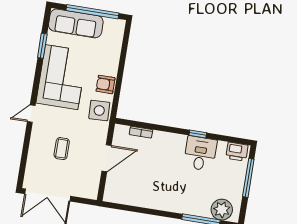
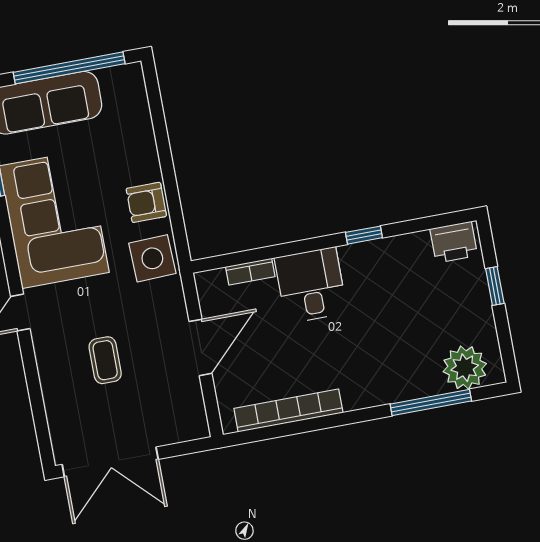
desk: (200, 154) -> (311, 285), moved
window: (248, 178) -> (495, 286), width x0.46
bookcase: (136, 201) -> (288, 411), added

